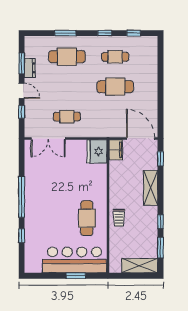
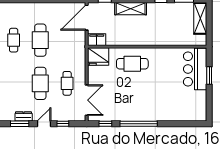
cafe table: (67, 57) -> (40, 83), moved
cafe table: (87, 218) -> (132, 64), moved
trolley: (119, 218) -> (157, 37), removed
window: (22, 236) -> (105, 124), moved
bar counter: (74, 260) -> (195, 69), width x0.73

